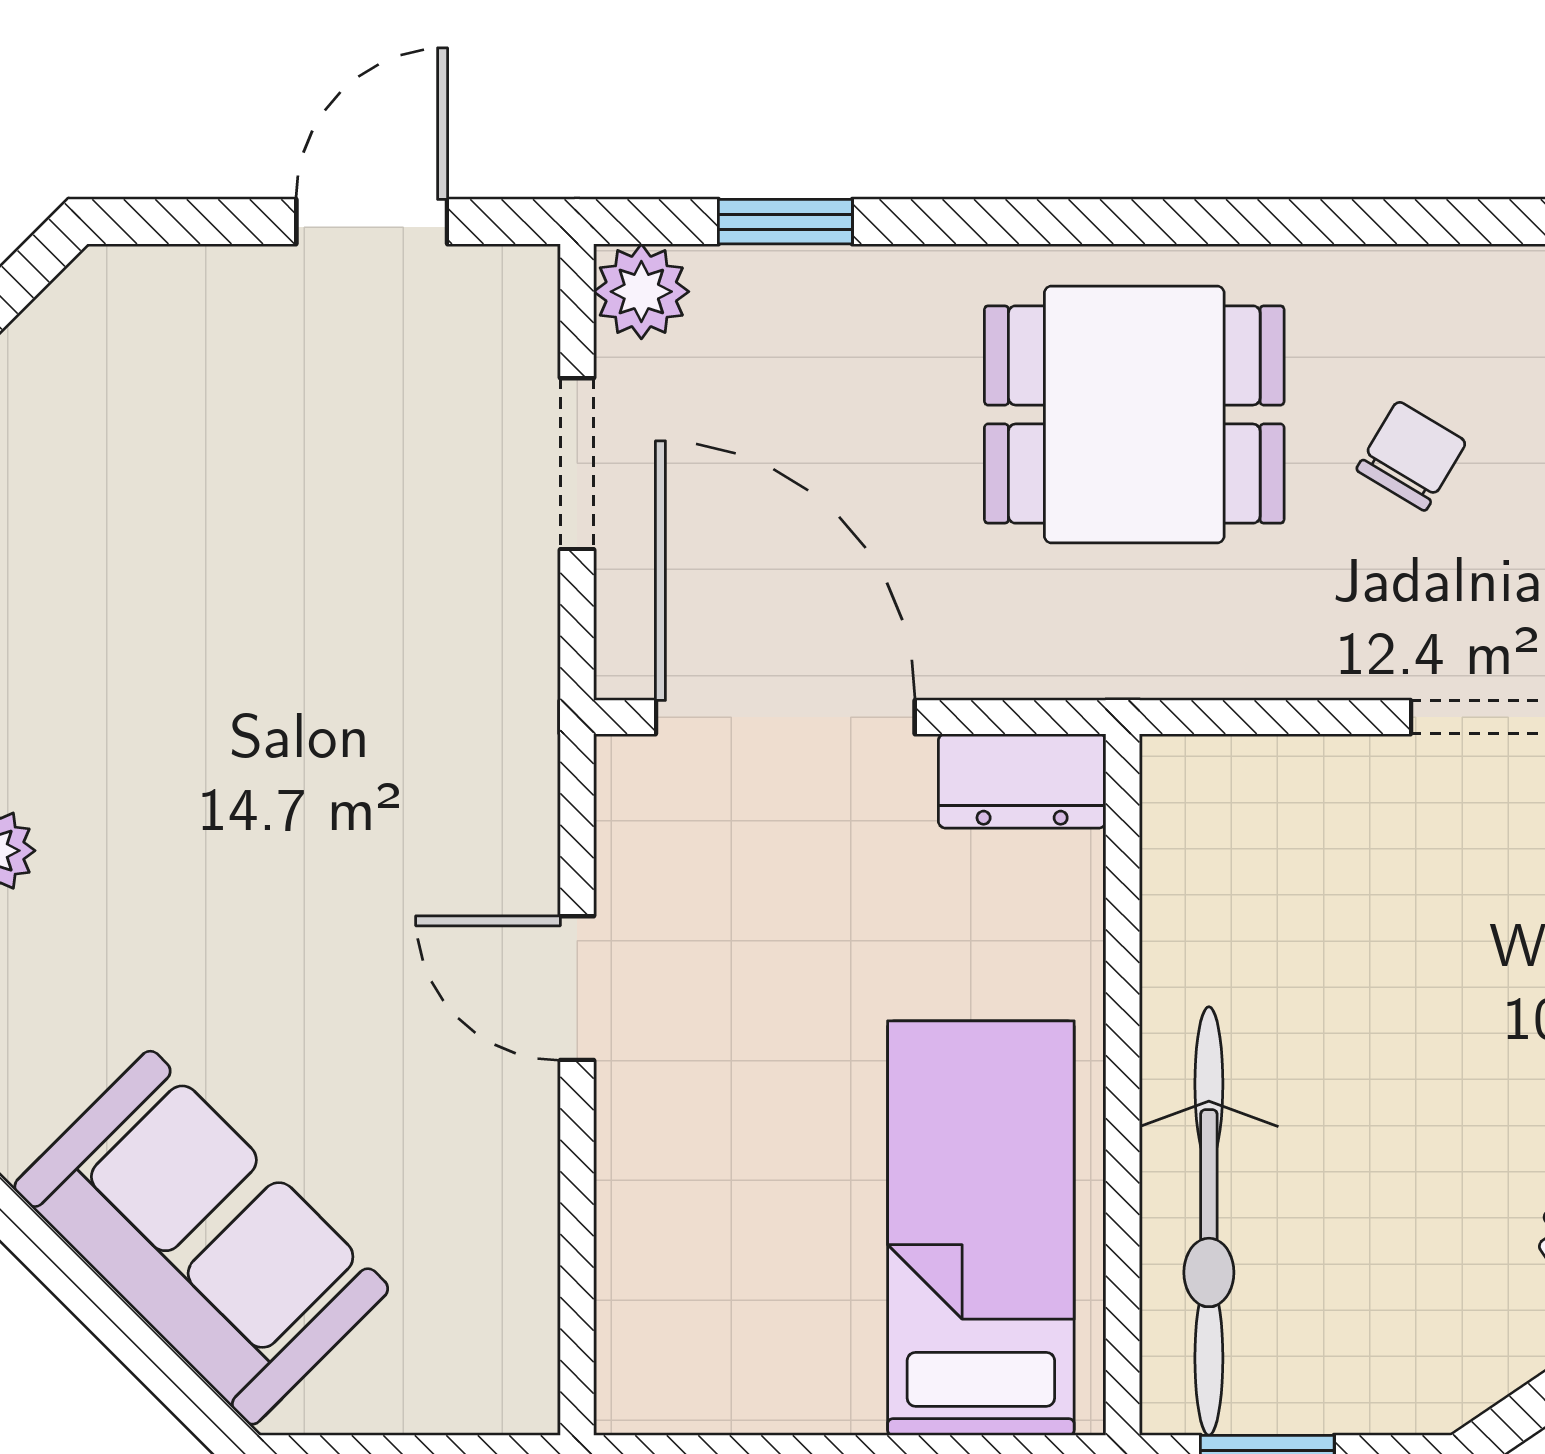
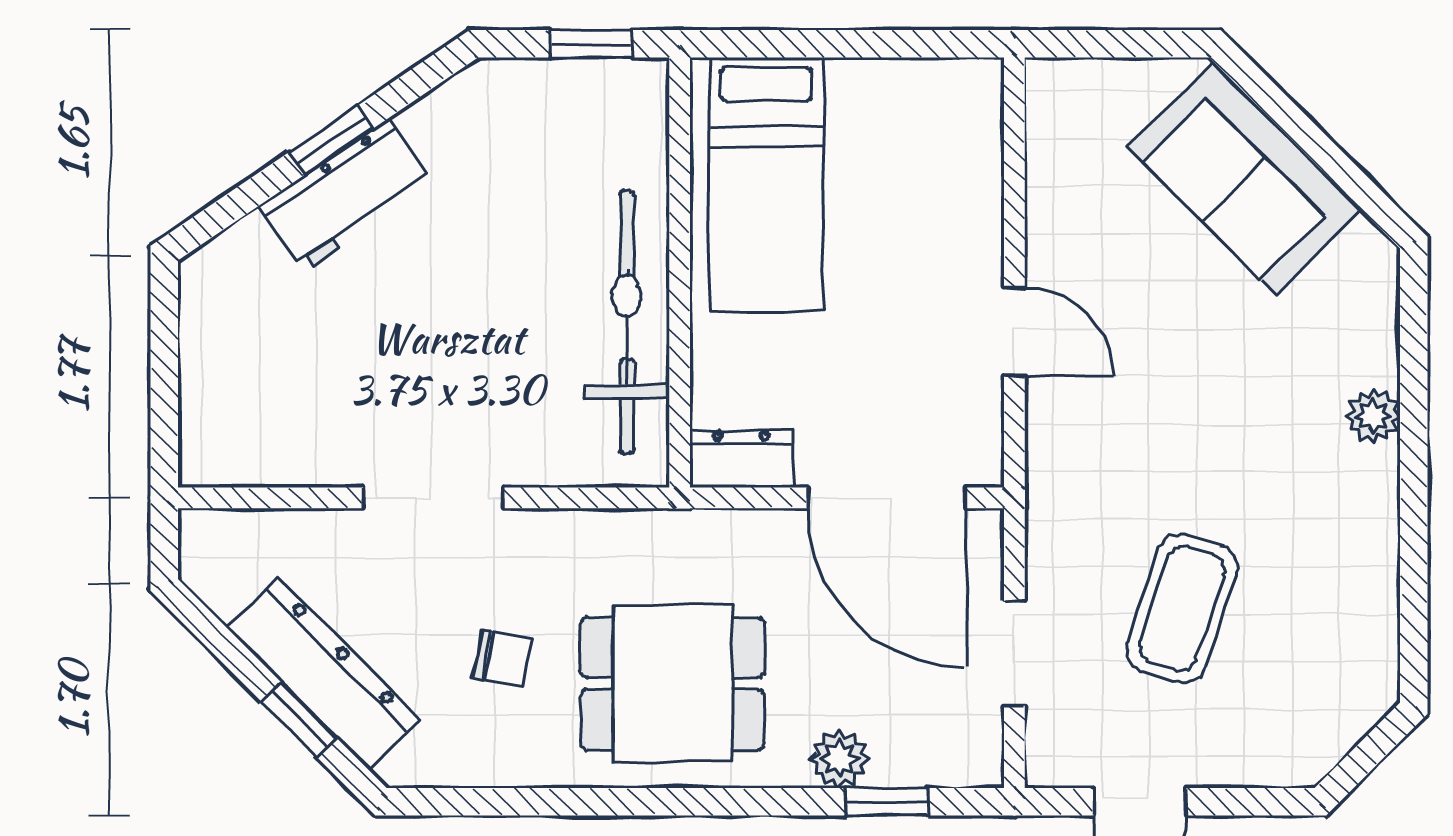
plant: (641, 292) -> (840, 759), moved
chair: (1411, 456) -> (503, 658), turned -111
coffee table: (304, 537) -> (1182, 608), added
bicycle: (1209, 1221) -> (627, 322), moved

